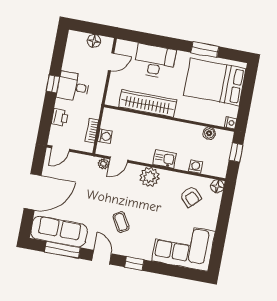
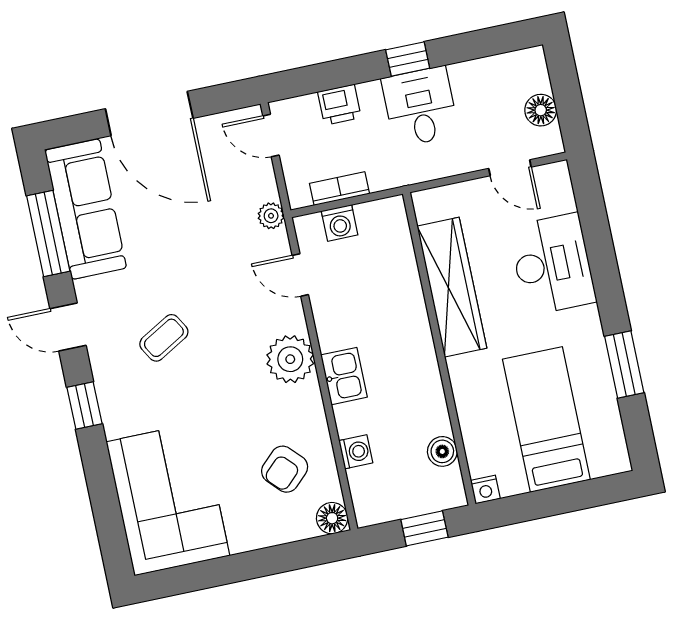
bed: (215, 82) -> (546, 419), width x0.67
plant: (103, 164) -> (271, 216), moved
door: (102, 257) -> (68, 327), swing flipped

